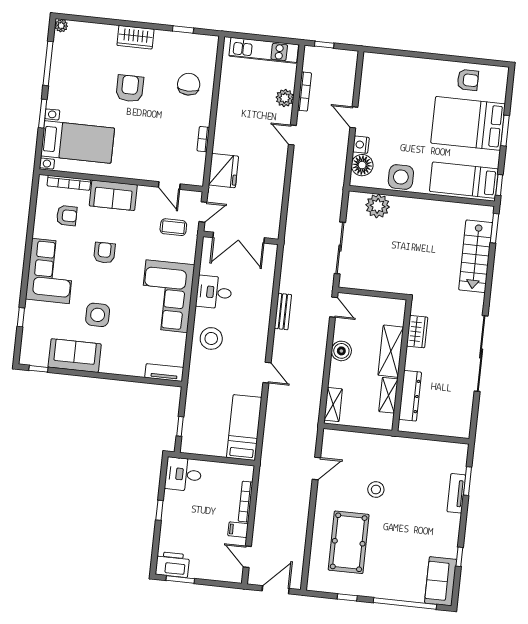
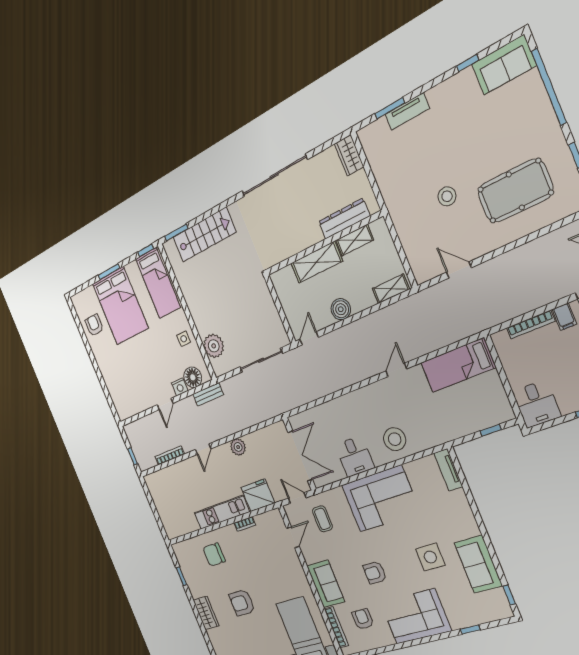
kitchen unit: (264, 50) -> (222, 512), moved, turned -90
plant: (285, 98) -> (238, 447), moved
side table: (401, 177) -> (184, 339), width x0.54, depth x0.54
bench: (283, 311) -> (208, 394), moved
wardrobe: (417, 332) -> (349, 155), moved, turned -90

